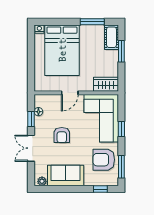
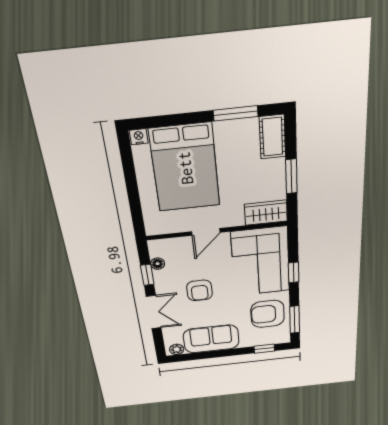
window: (121, 51) -> (291, 176), moved
double door: (31, 148) -> (154, 312), swing flipped

